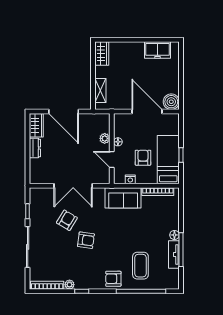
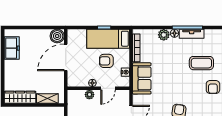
wardrobe: (102, 54) -> (20, 97), width x1.50
plant: (173, 223) -> (164, 35), added

